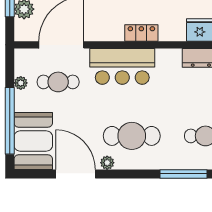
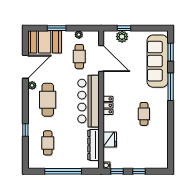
bar counter: (122, 66) -> (88, 101), width x1.36
window: (10, 121) -> (57, 28), width x0.47
window: (183, 174) -> (25, 130), width x0.46

